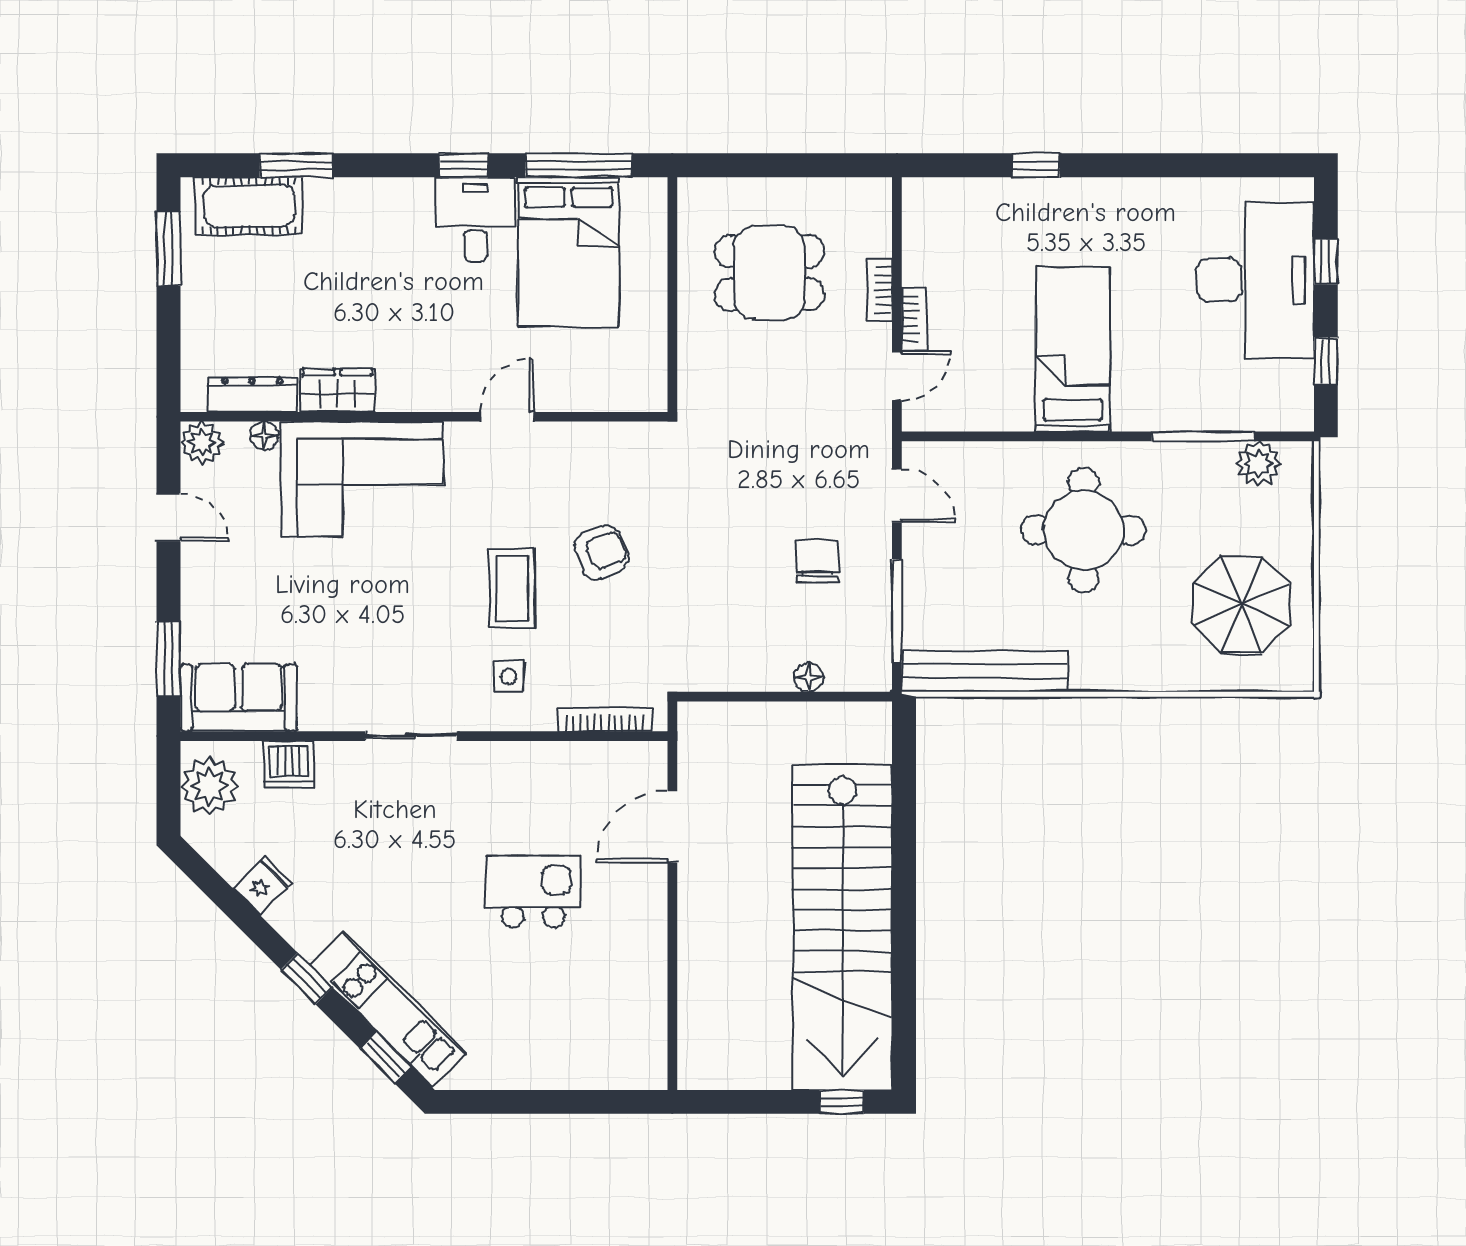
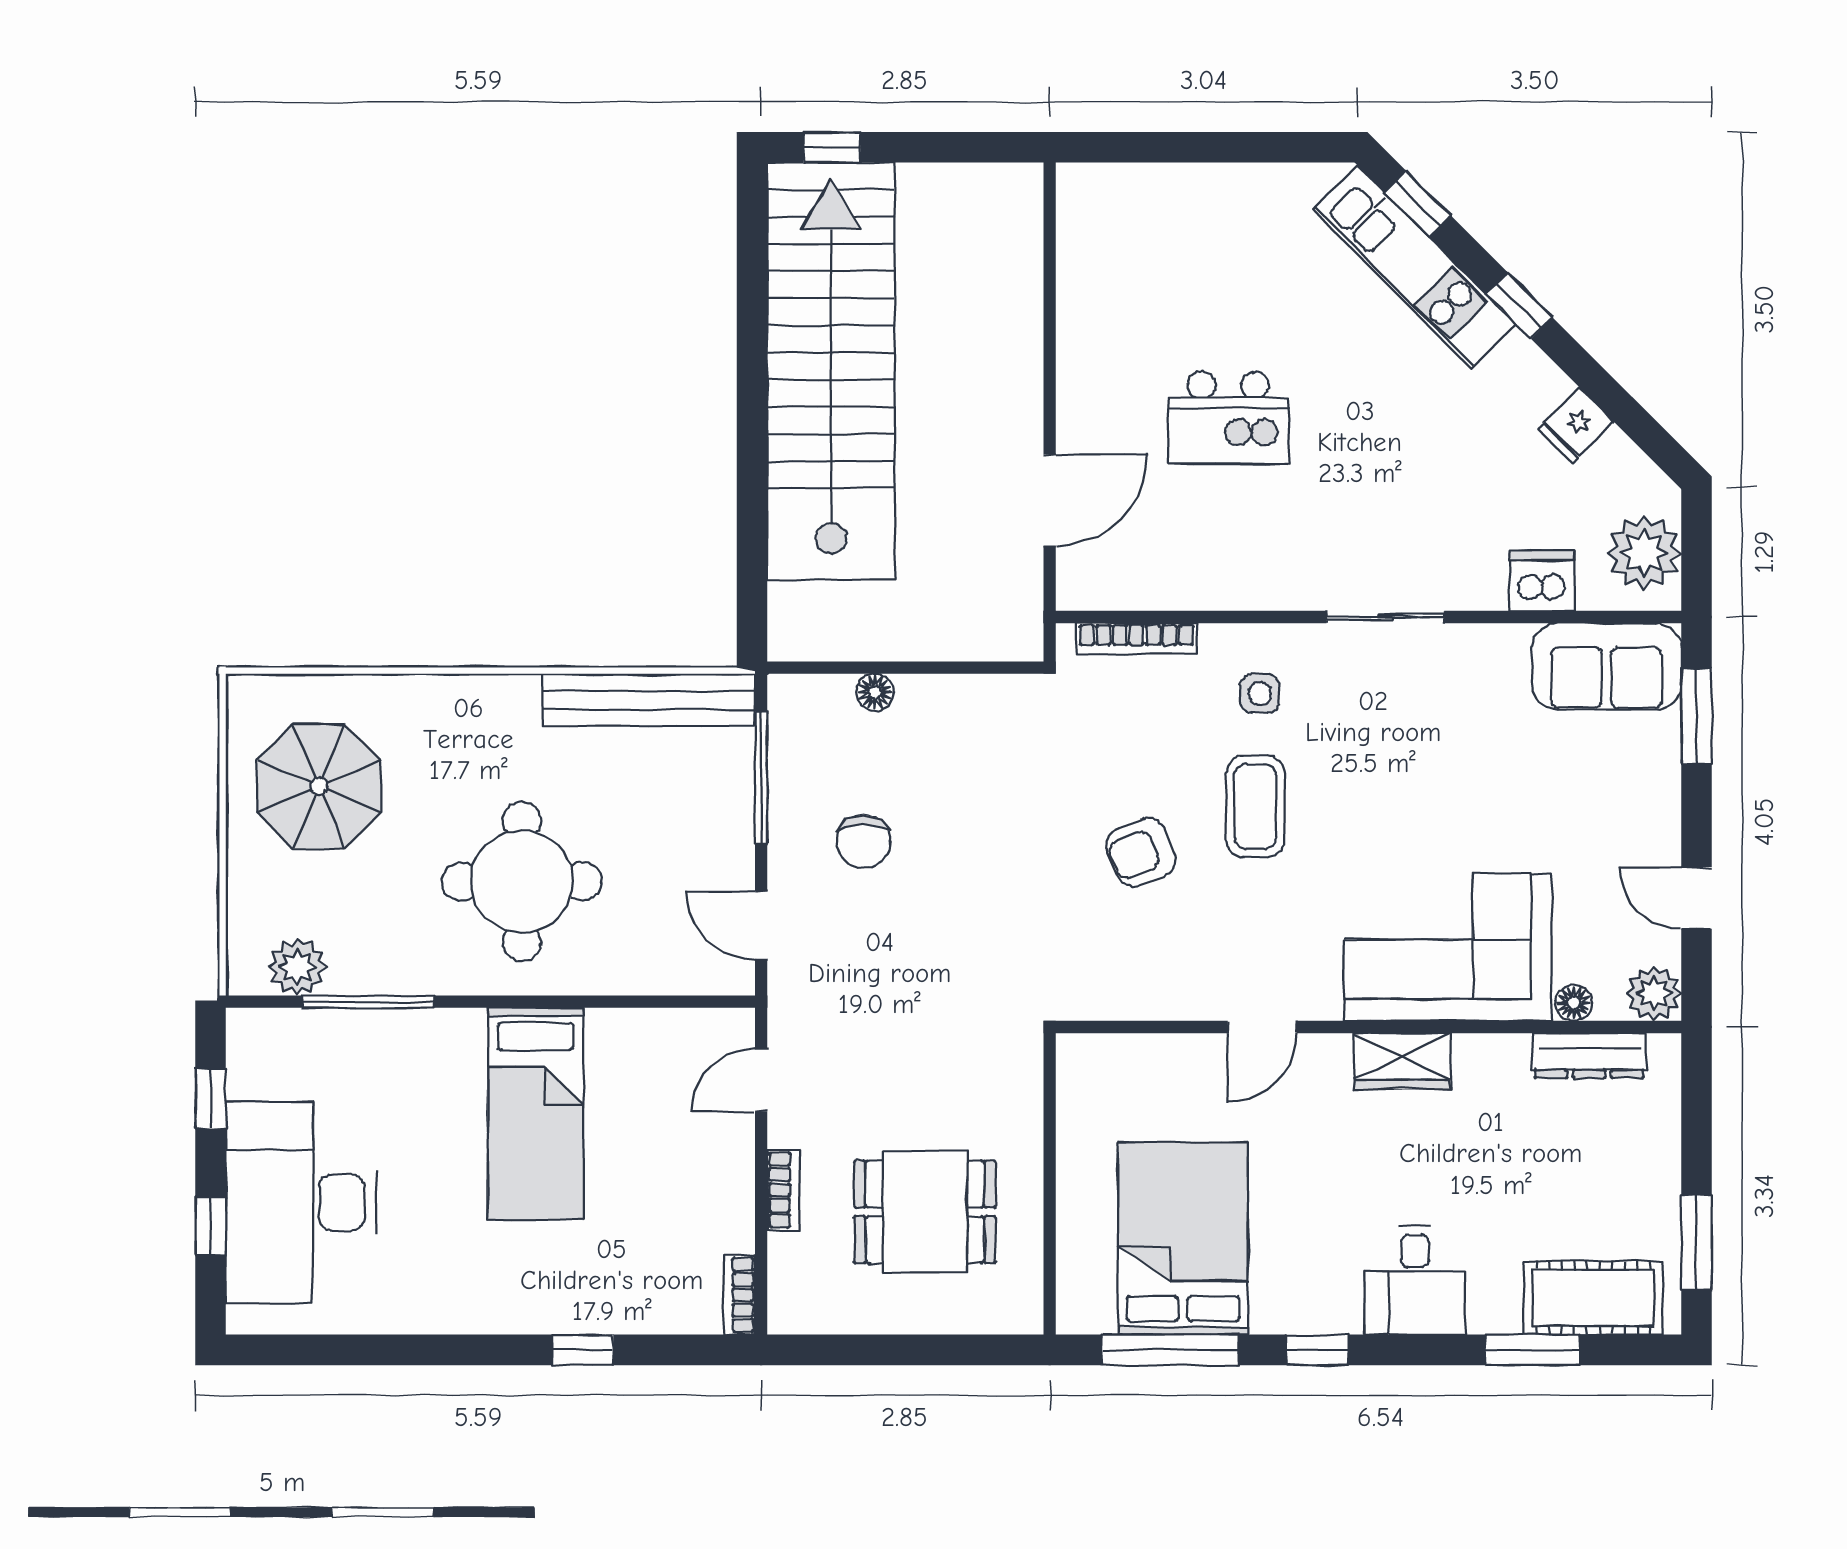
desk: (475, 219) -> (1415, 1280), moved
bookcase: (914, 319) -> (739, 1295), moved
wardrobe: (337, 390) -> (1402, 1061), moved

